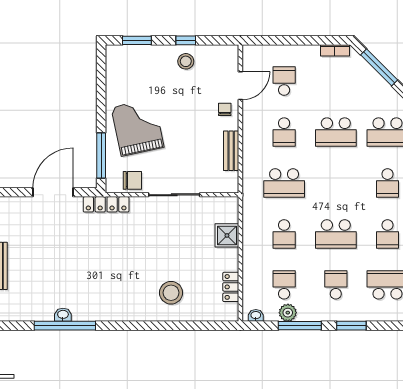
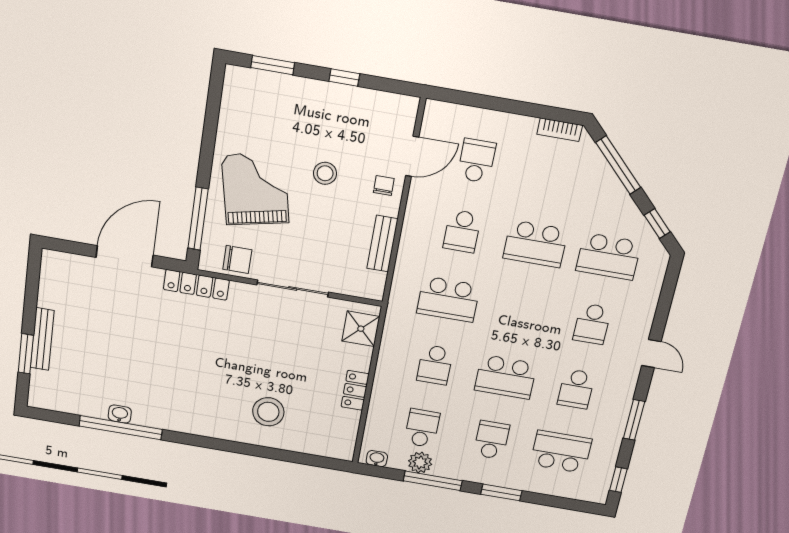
stool: (186, 61) -> (325, 173), moved
shower: (227, 235) -> (361, 329), moved
locker: (231, 287) -> (355, 390), moved

